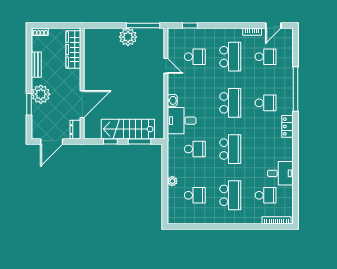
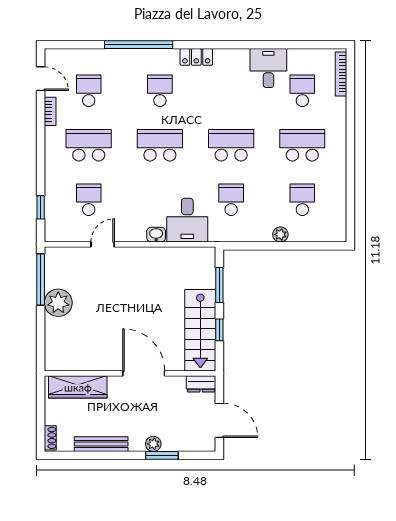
bench: (36, 65) -> (101, 444), width x1.36
plant: (41, 94) -> (153, 444), width x0.53, depth x0.53
door: (82, 104) -> (144, 373), moved
stairs: (128, 129) -> (200, 330), moved

